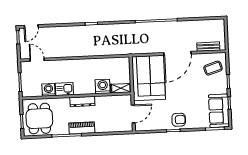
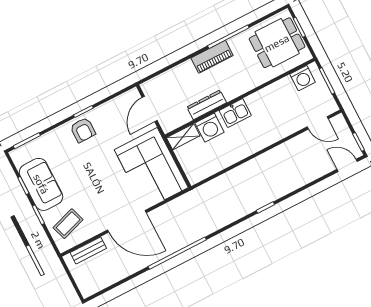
door: (31, 26) -> (347, 165), hinge flipped
door: (177, 53) -> (127, 221), swing flipped
kitchen sink: (64, 89) -> (235, 113), moved
washing machine: (49, 90) -> (303, 78), moved
dresser: (82, 102) -> (207, 105), moved
sofa: (219, 111) -> (41, 184), moved
dining table: (39, 118) -> (277, 43), turned 90
armchair: (179, 120) -> (83, 130), turned -90

